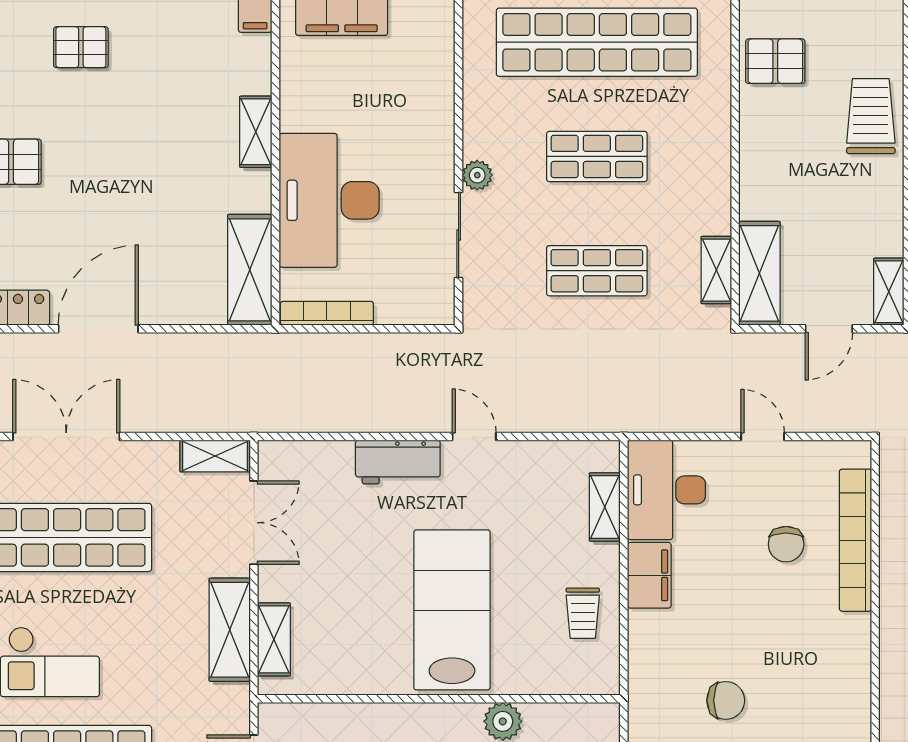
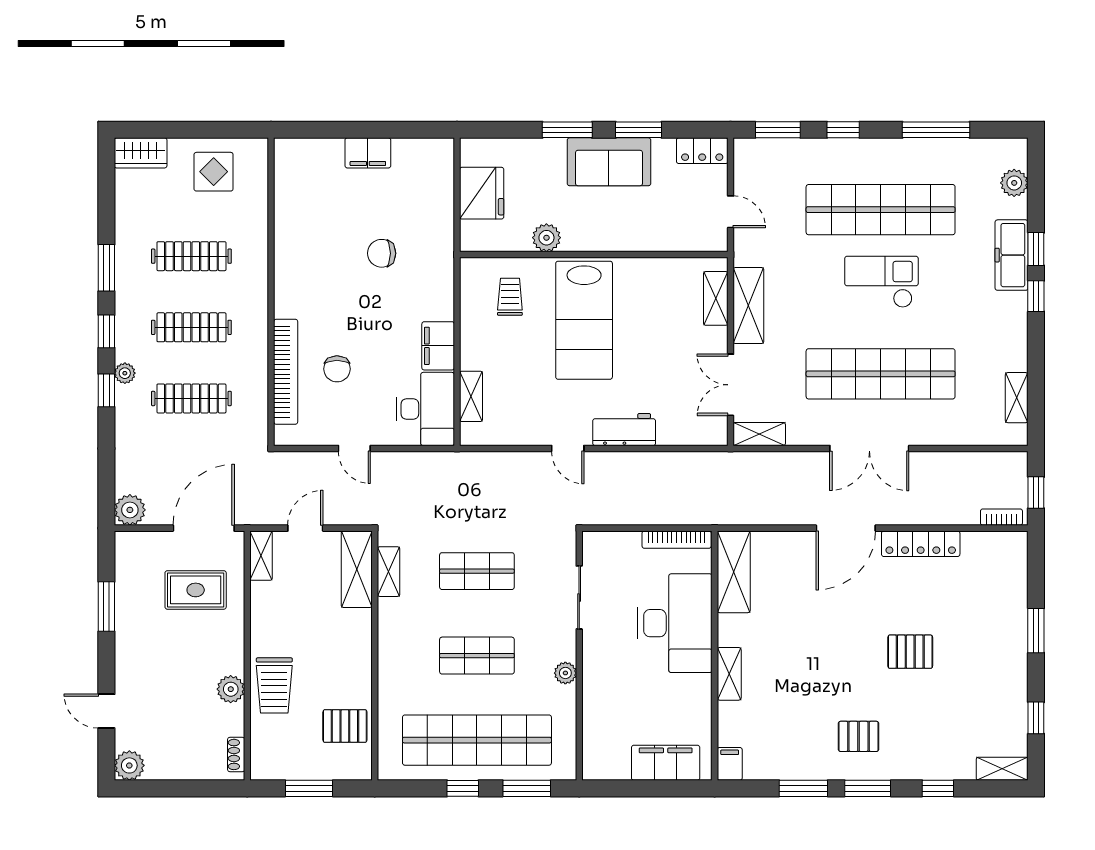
plant: (477, 175) -> (565, 673), moved
chair: (786, 544) -> (337, 369), turned 180
trolley: (583, 613) -> (510, 297), moved

